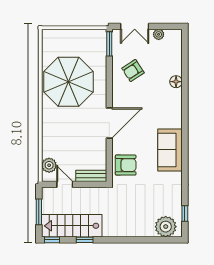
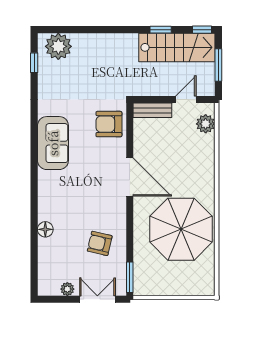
armchair: (133, 71) -> (100, 243), turned -134
door: (109, 123) -> (130, 177), swing flipped
door: (65, 184) -> (186, 100), swing flipped

